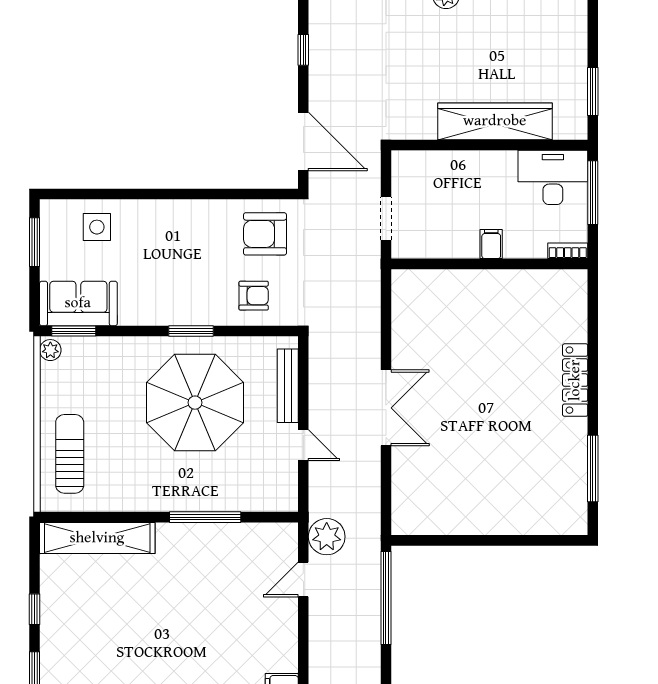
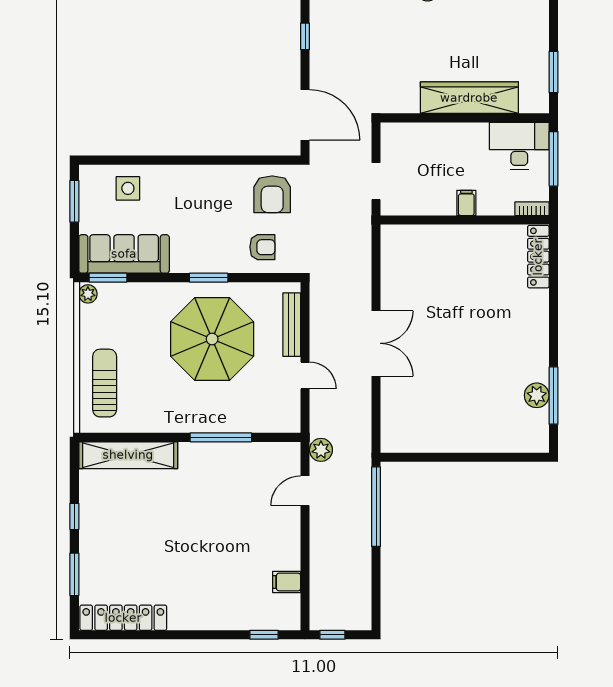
armchair: (265, 234) -> (272, 194), turned -90
sofa: (78, 303) -> (124, 254), width x1.36
locker: (575, 380) -> (538, 257), moved
plant: (573, 468) -> (537, 395), added
plant: (327, 537) -> (321, 450), width x0.73, depth x0.73

